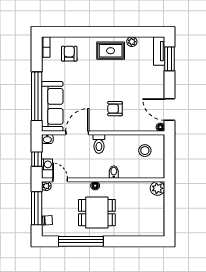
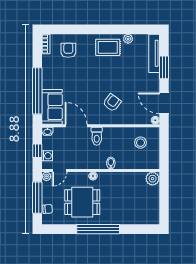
tv unit: (159, 51) -> (154, 53), width x1.41
window: (170, 59) -> (164, 67), moved
sofa: (52, 106) -> (52, 107), width x0.73
armchair: (115, 109) -> (112, 103), turned 127
door: (77, 133) -> (76, 126), hinge flipped
door: (60, 180) -> (60, 170), swing flipped
dining table: (97, 213) -> (82, 202), moved
window: (81, 241) -> (98, 229), moved

